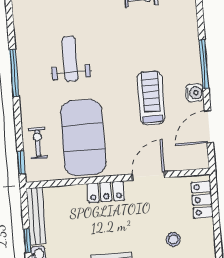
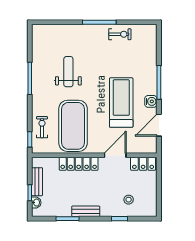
treadmill: (151, 98) -> (121, 103), width x1.37, depth x1.38
locker: (106, 192) -> (79, 164), width x1.53
locker: (202, 200) -> (143, 164), moved, turned -90
bench: (36, 216) -> (37, 182), width x0.73

